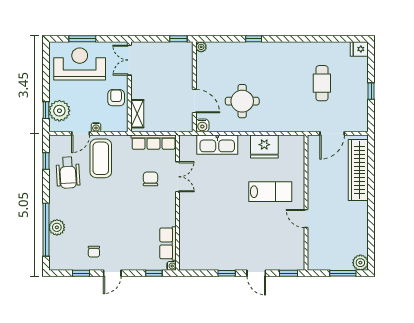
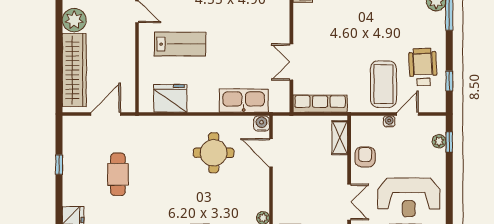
armchair: (116, 98) -> (365, 157), turned 180
plant: (59, 111) -> (439, 141), width x0.53, depth x0.53
fridge: (264, 146) -> (170, 98), moved
chair: (150, 179) -> (324, 59), removed
lab bench: (270, 192) -> (180, 44), turned 180
plant: (358, 212) -> (74, 20), added

